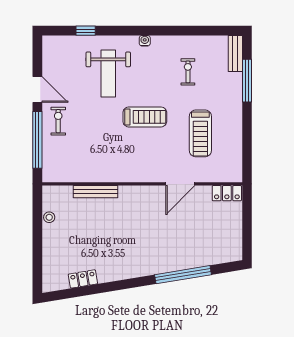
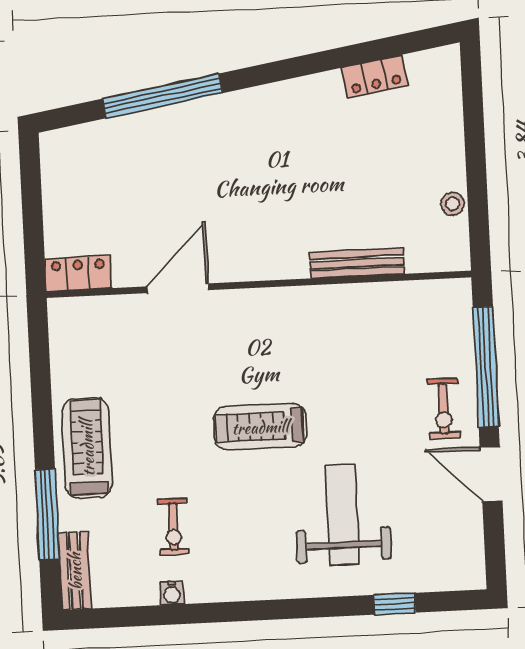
water cooler: (145, 41) -> (172, 593), moved
treadmill: (200, 133) -> (87, 448), moved

